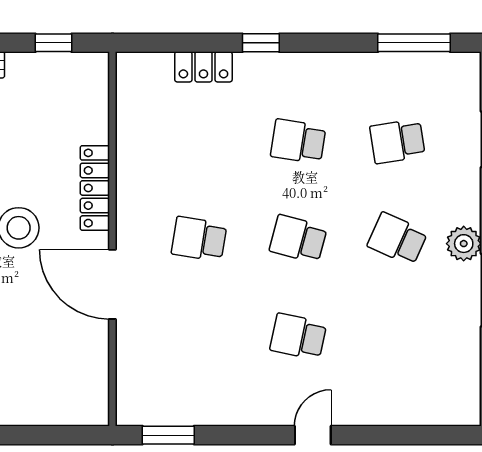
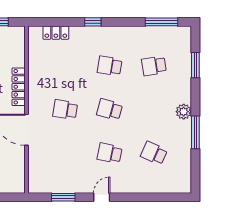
locker: (203, 67) -> (56, 33), moved
school desk: (397, 239) -> (154, 153), moved
window: (168, 435) -> (63, 197), moved
door: (313, 435) -> (102, 197), moved

